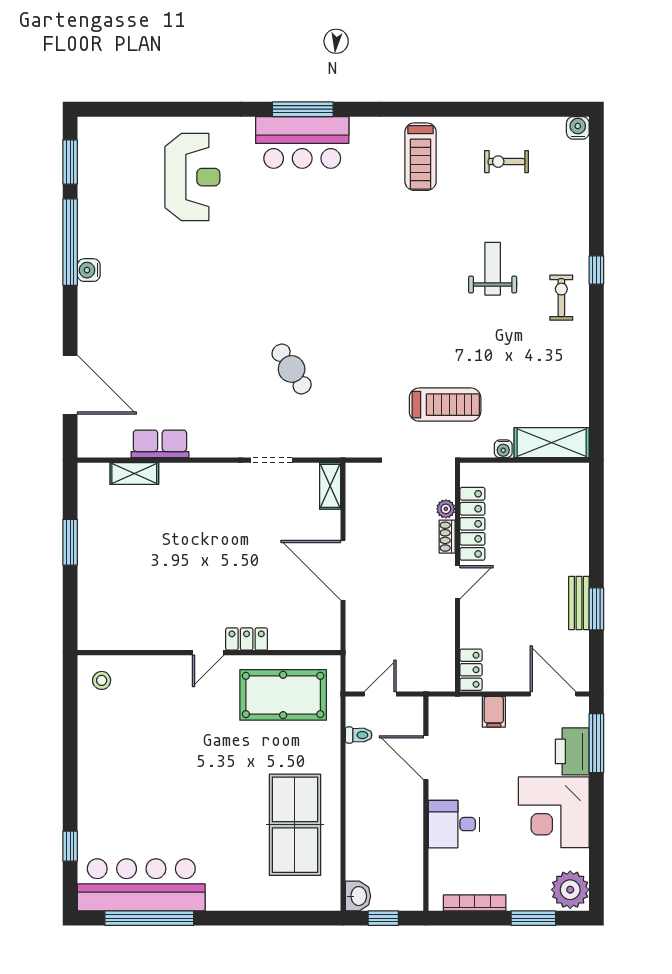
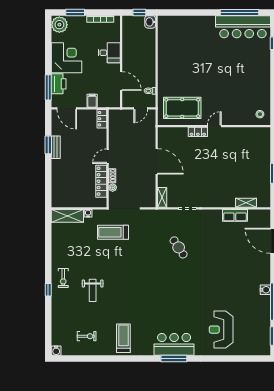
table tennis table: (295, 825) -> (177, 52), removed

